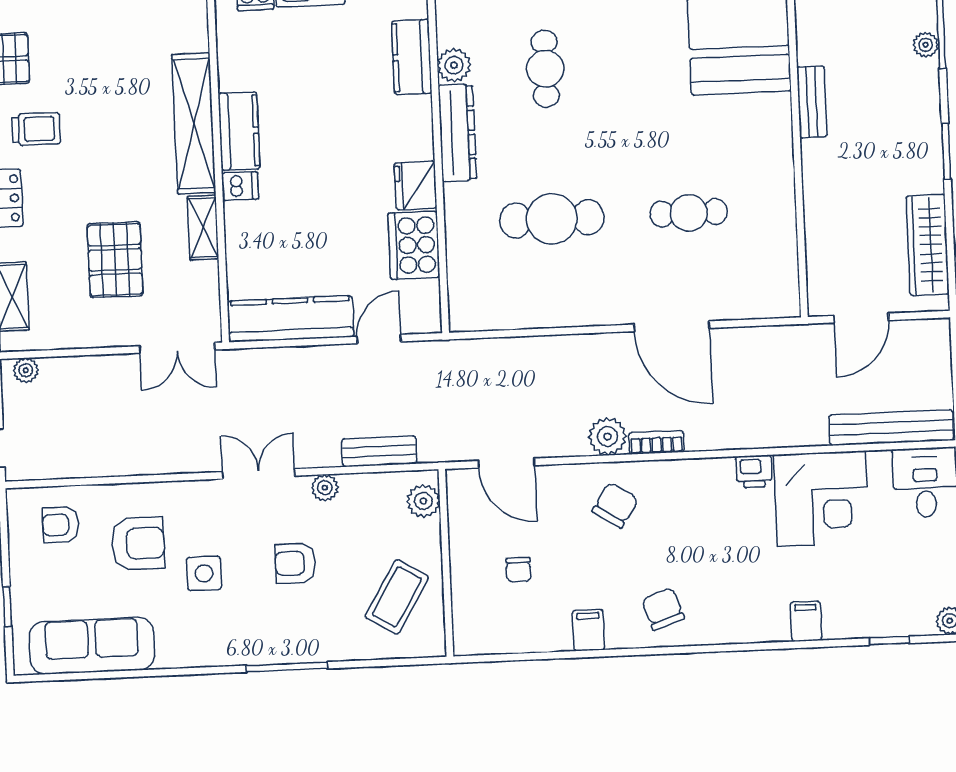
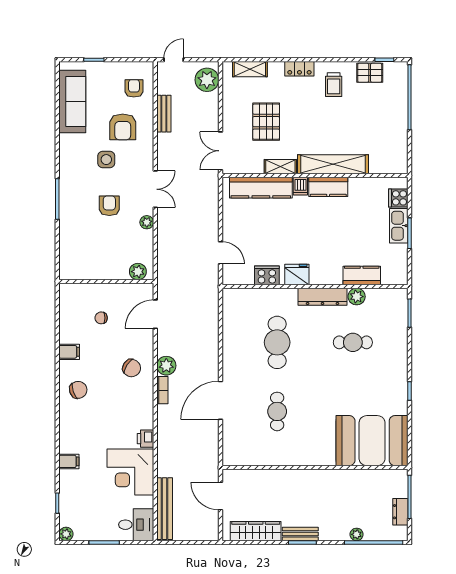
bench: (812, 102) -> (300, 534), moved
cooker: (414, 245) -> (267, 275), width x0.73, depth x0.76
pallet: (115, 260) -> (266, 122), turned 90
kitchen counter: (291, 319) -> (261, 188), moved, turned 90
plant: (26, 370) -> (207, 80), width x1.88, depth x1.88
bench: (379, 451) -> (164, 114), moved
coffee table: (397, 597) -> (90, 256), removed

